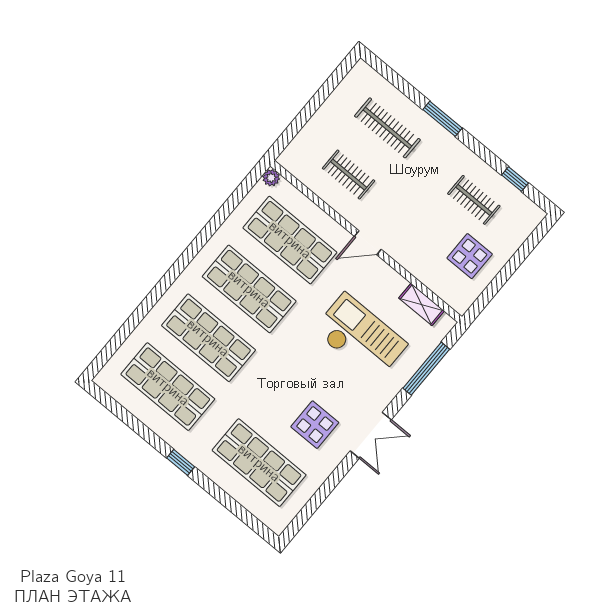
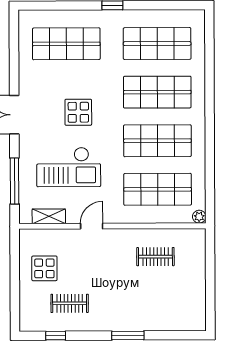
clothes rail: (387, 128) -> (156, 303), removed
door: (368, 243) -> (92, 226), moved
display table: (315, 425) -> (78, 112), moved

